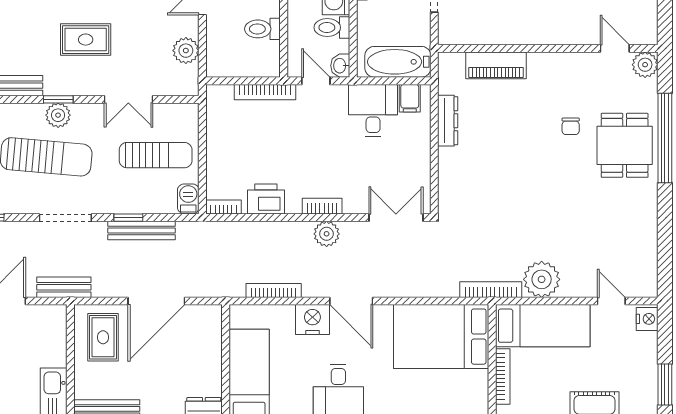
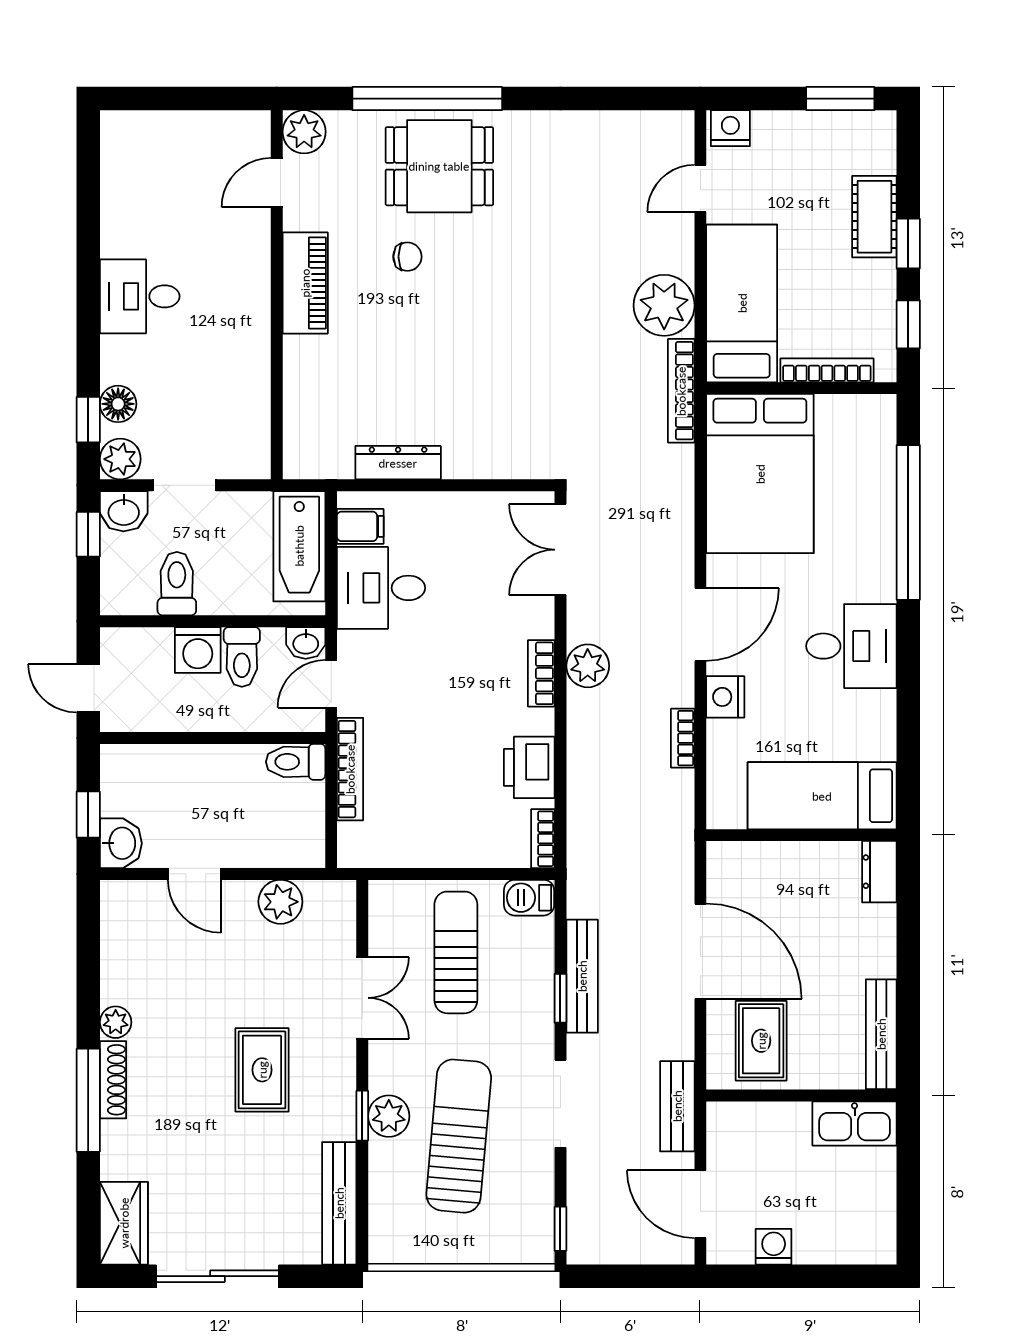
toilet: (262, 29) -> (296, 762), moved, turned 90
piano: (496, 65) -> (305, 283), moved
bookcase: (274, 290) -> (683, 738), width x0.64
nightstand: (312, 320) -> (725, 697), width x0.74, depth x0.75
rug: (103, 337) -> (761, 1041), turned 90

